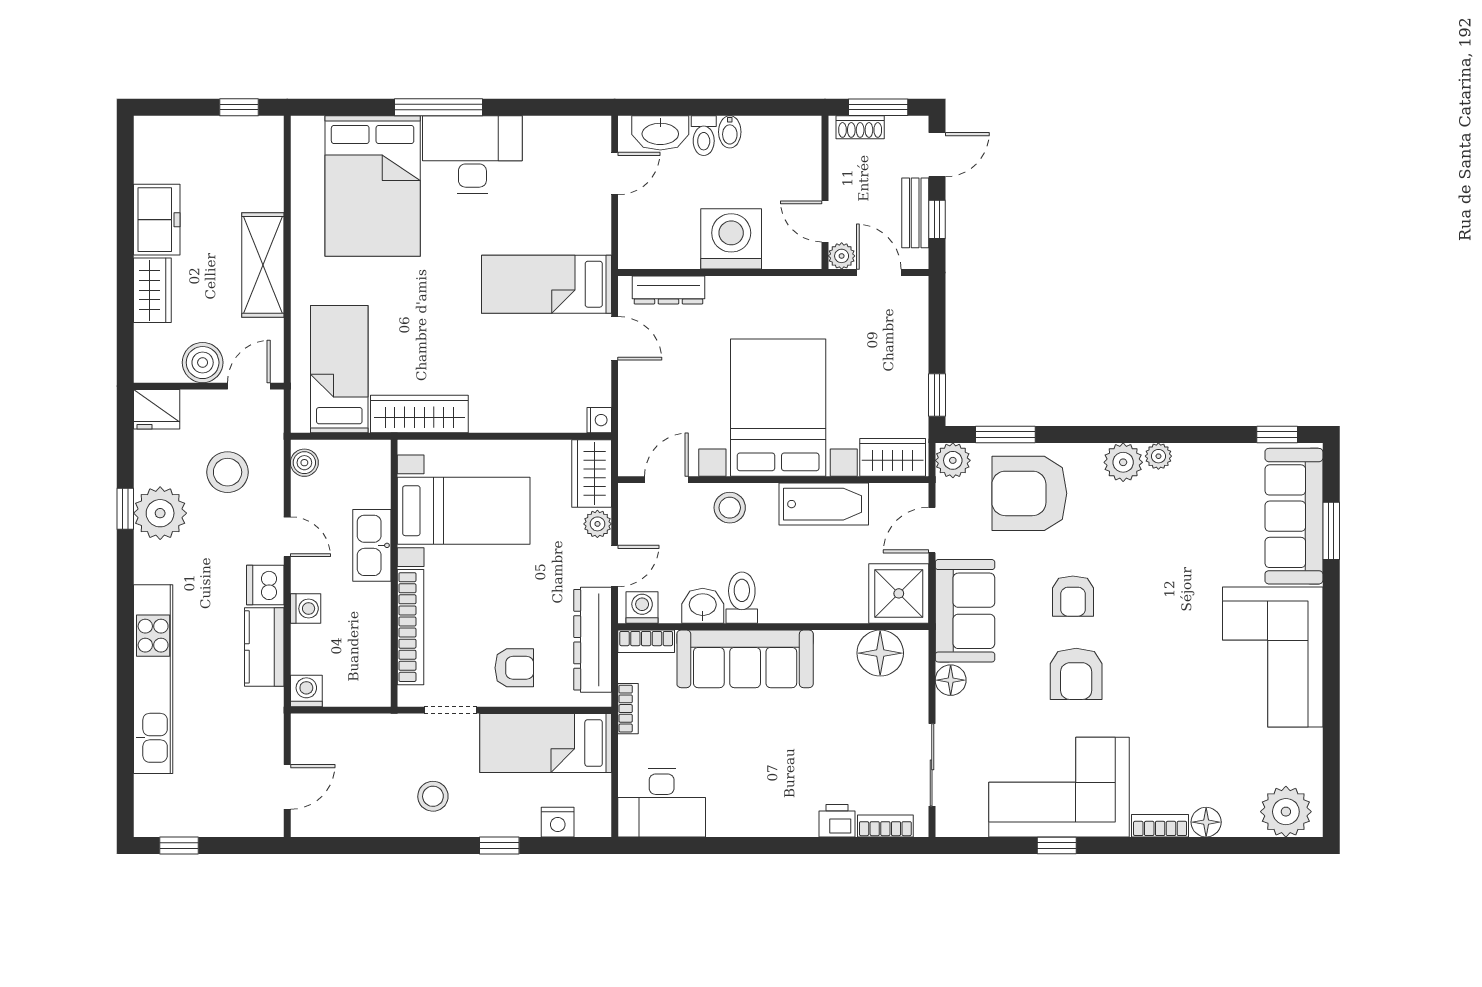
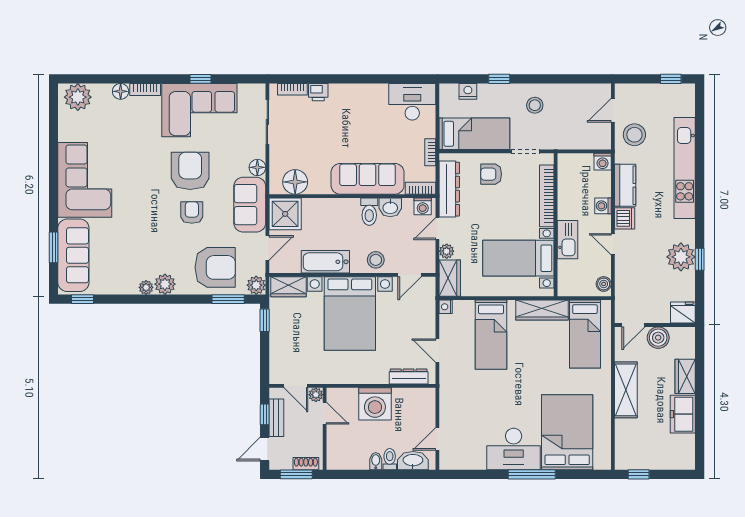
bed: (546, 284) -> (491, 335), moved, turned 90
stool: (228, 472) -> (634, 135), moved
armchair: (1076, 674) -> (190, 171), width x1.36, depth x1.36

